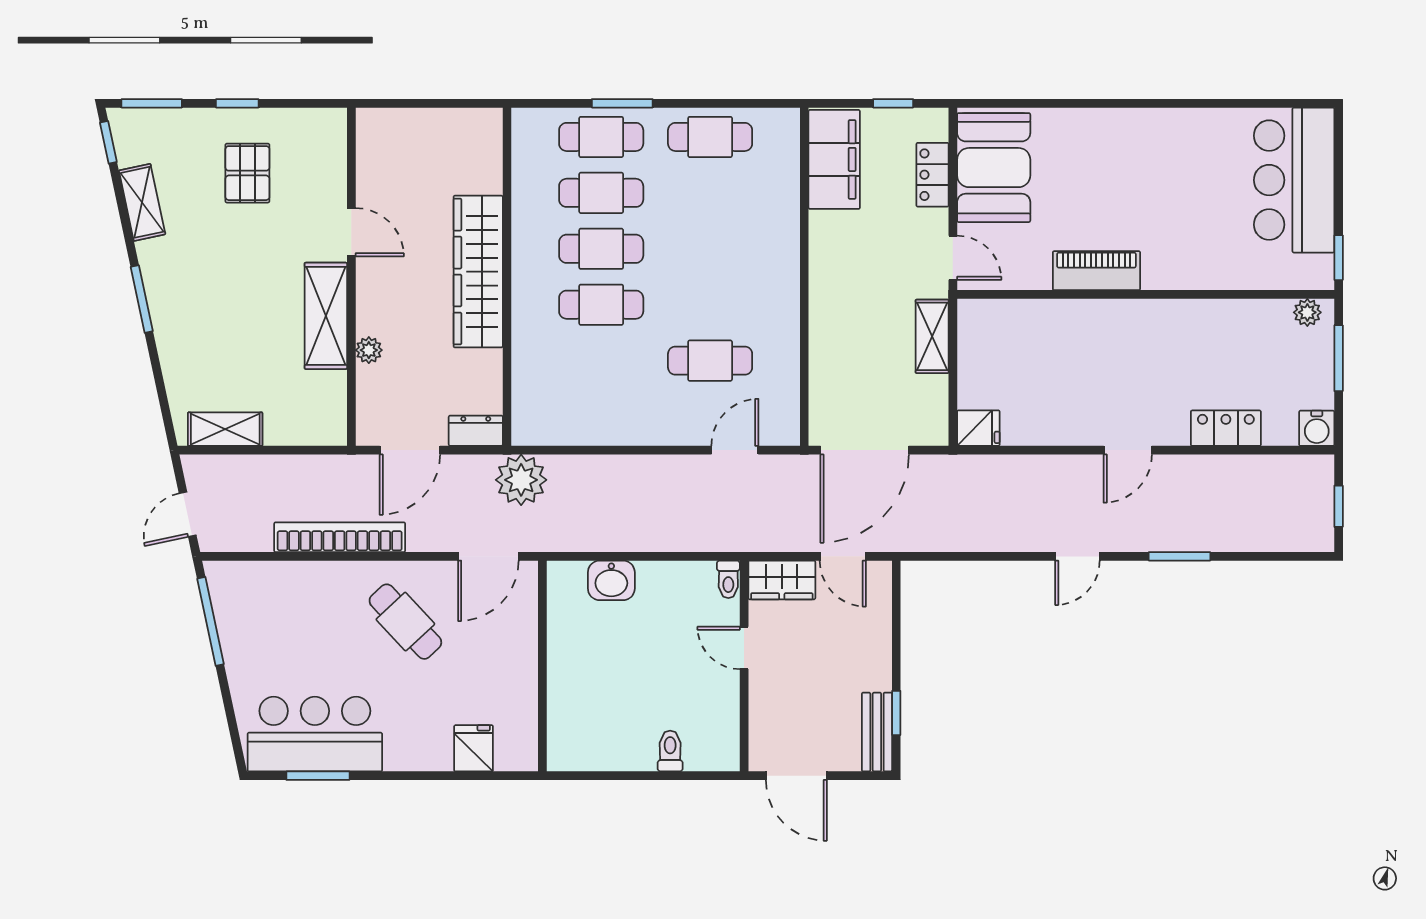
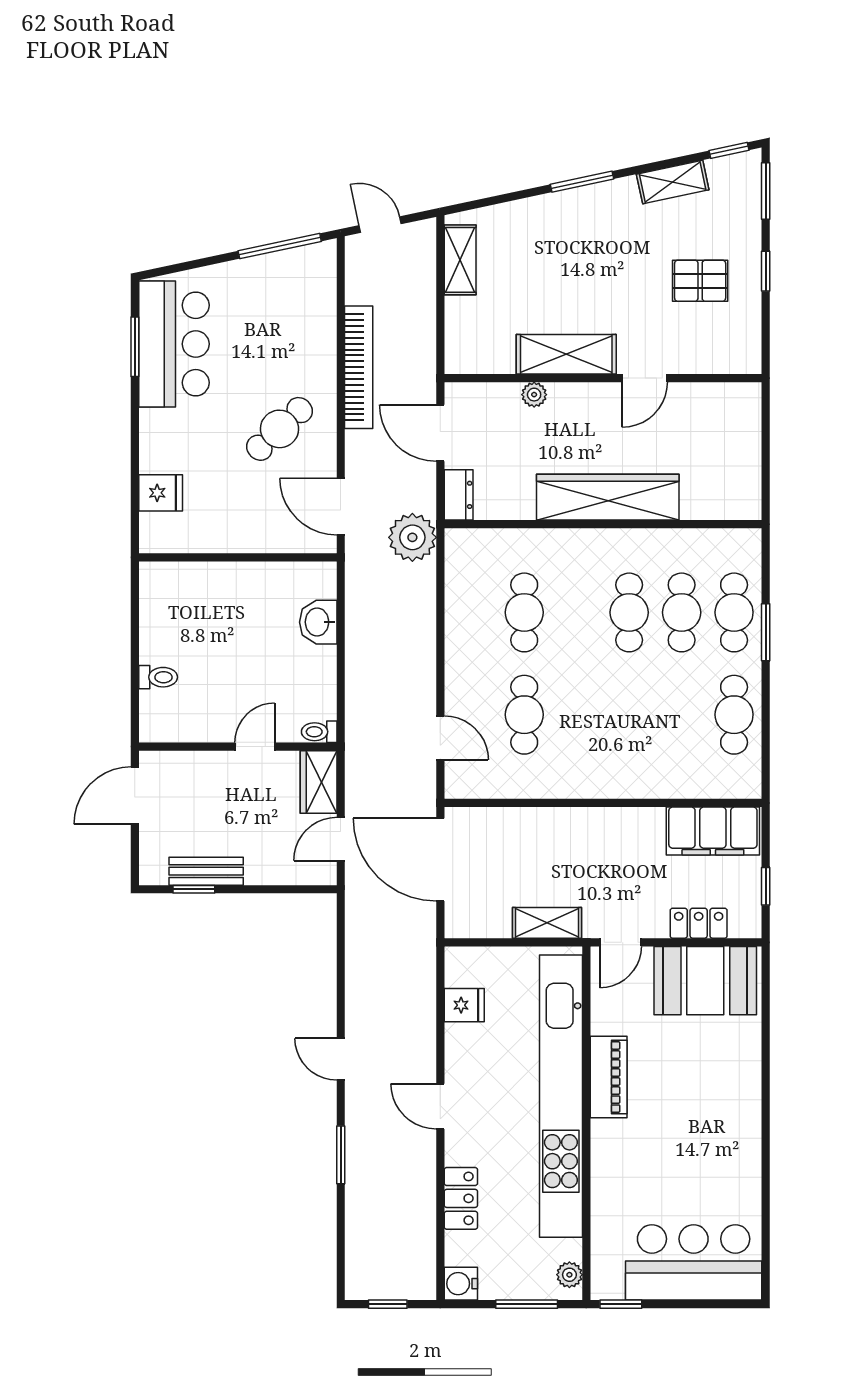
cafe table: (601, 305) -> (524, 612), moved
kitchen unit: (1117, 322) -> (561, 1096), added
fridge: (978, 428) -> (464, 1005), moved, turned -90
bench: (877, 732) -> (206, 871), moved

